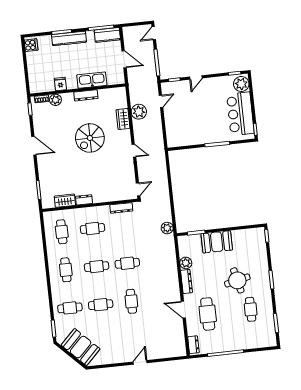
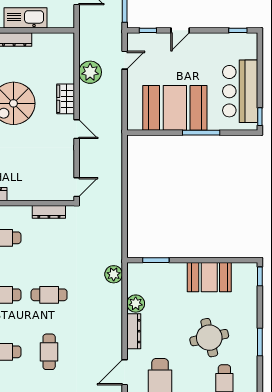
plant: (241, 84) -> (246, 47), removed
wardrobe: (123, 119) -> (66, 99), moved
booth: (198, 130) -> (175, 108), added
plant: (167, 228) -> (114, 274), moved
booth: (217, 242) -> (209, 277), moved
door: (183, 310) -> (125, 372), hinge flipped

